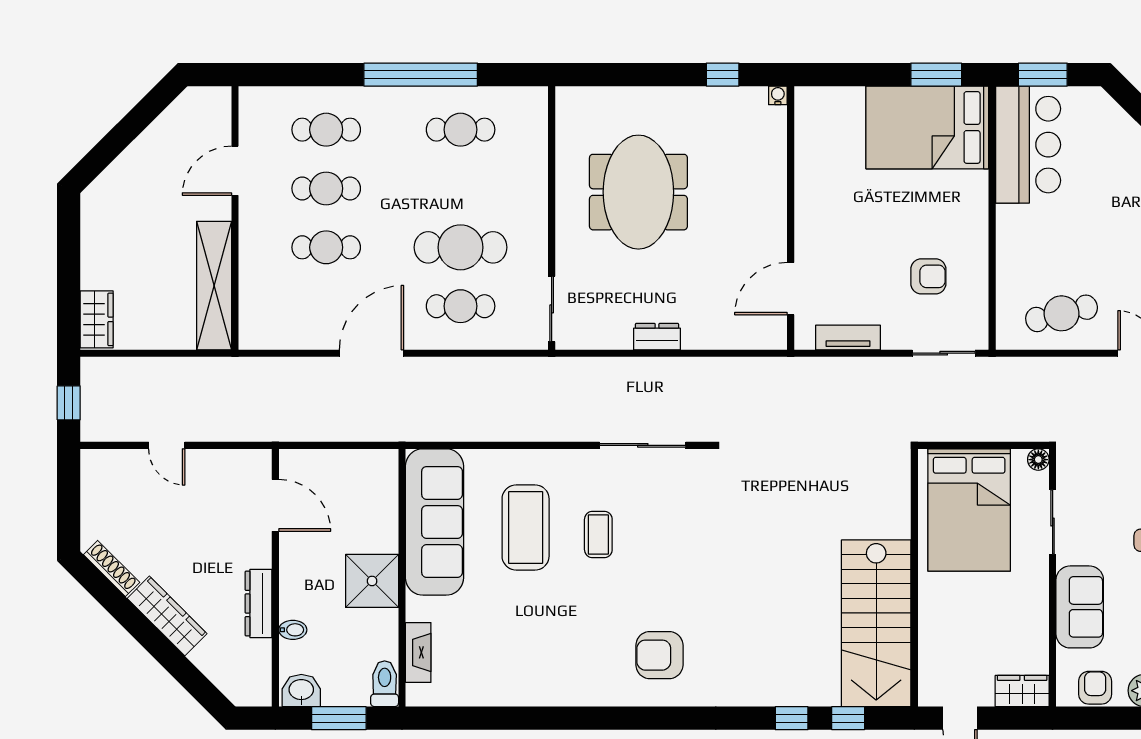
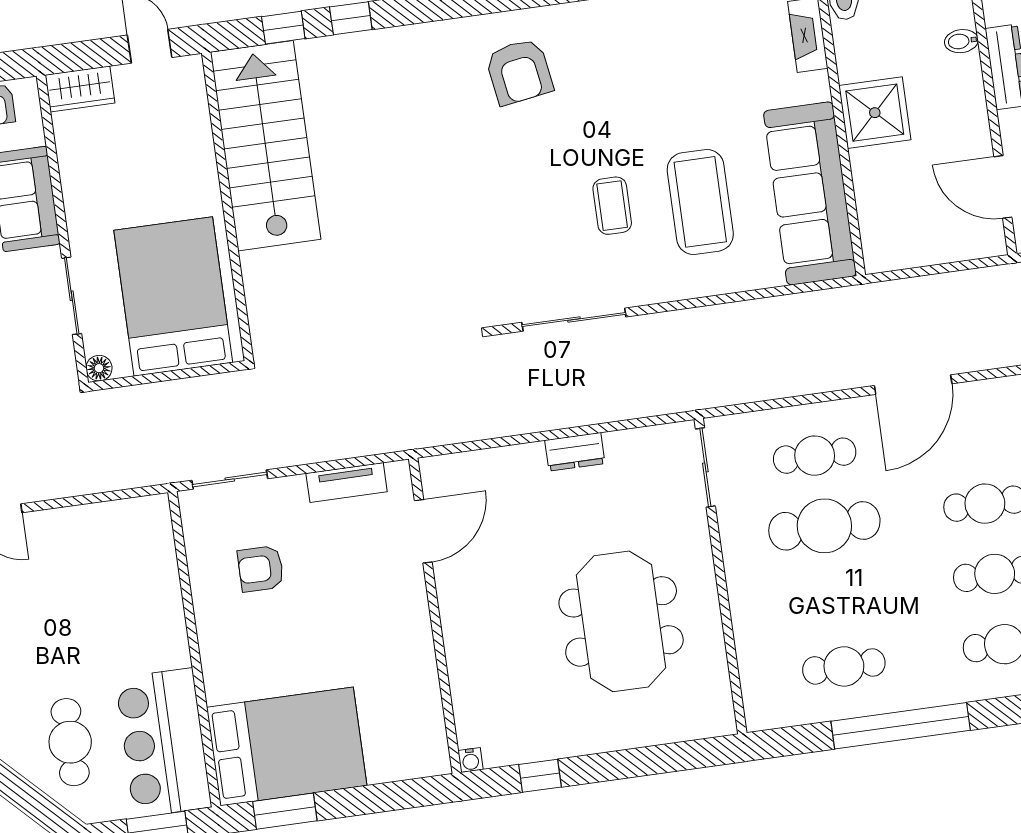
cafe table: (1062, 313) -> (70, 742), moved, turned -76
armchair: (659, 655) -> (519, 72), turned 81

